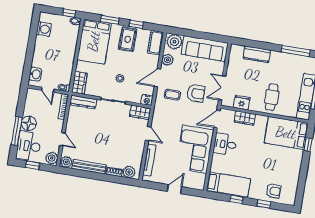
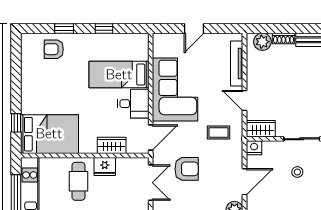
armchair: (196, 93) -> (187, 169), turned 180
coffee table: (172, 95) -> (219, 133), moved
fridge: (242, 103) -> (105, 166), moved
bed: (228, 184) -> (119, 75), moved

